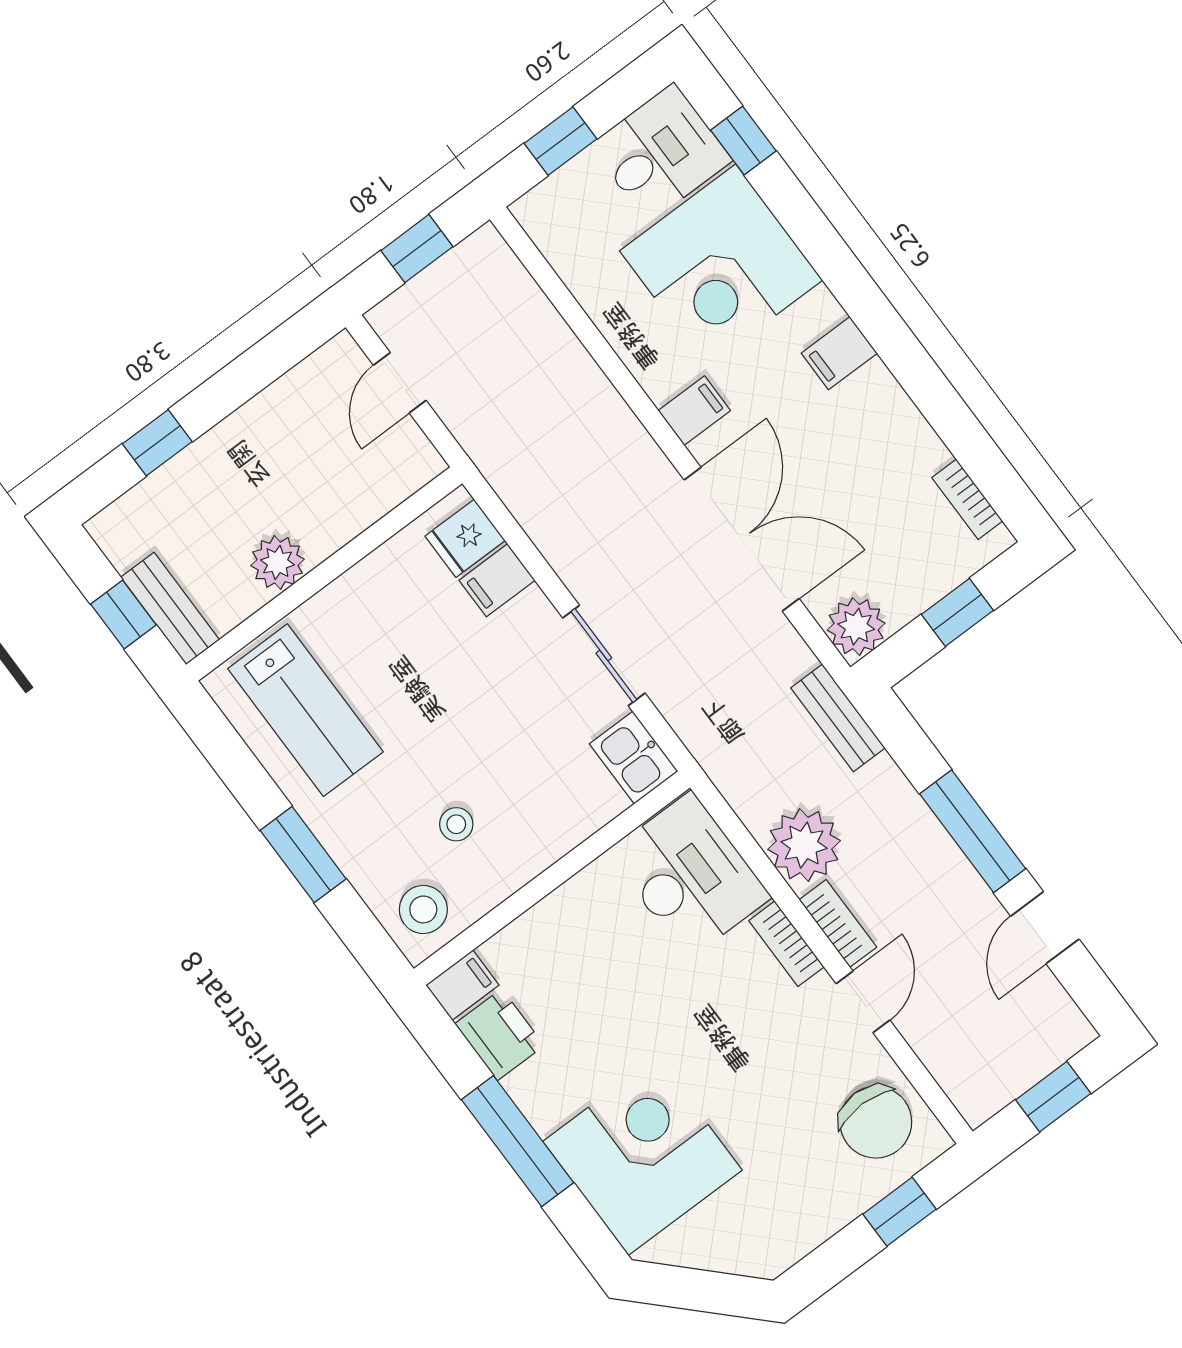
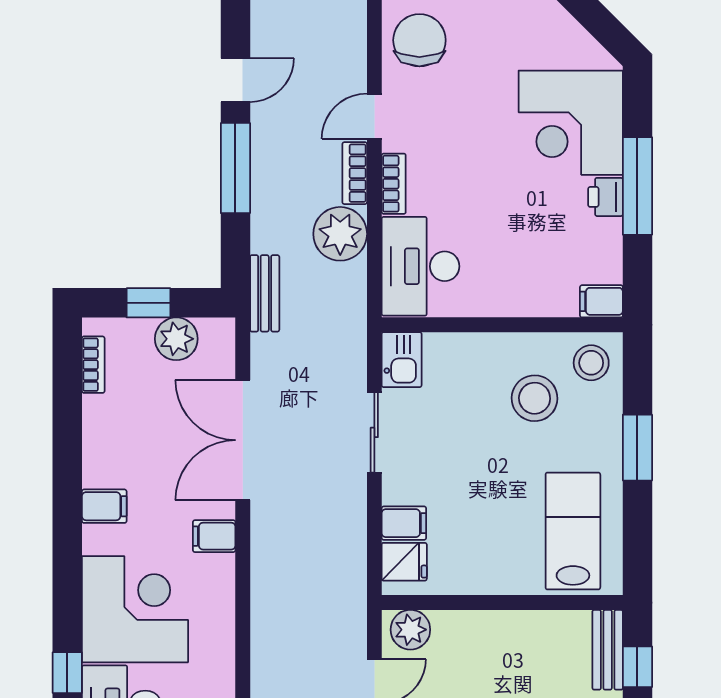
plant: (278, 562) -> (410, 630), moved
plant: (856, 627) -> (176, 339), moved
stool: (456, 824) -> (535, 398), width x1.89, depth x1.89
printer: (500, 1035) -> (605, 197), moved, width x0.73, depth x0.81

